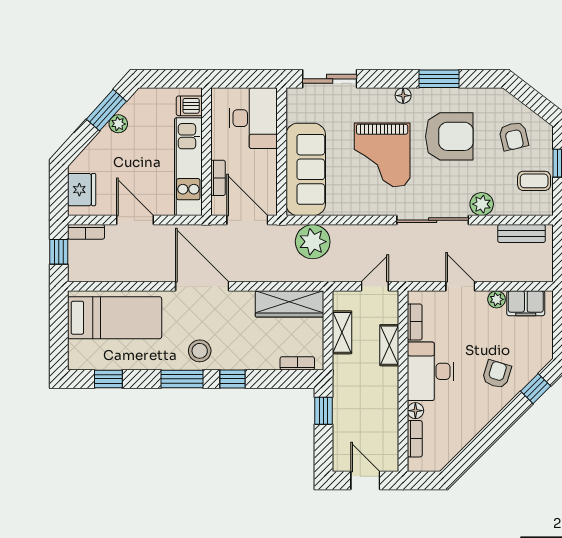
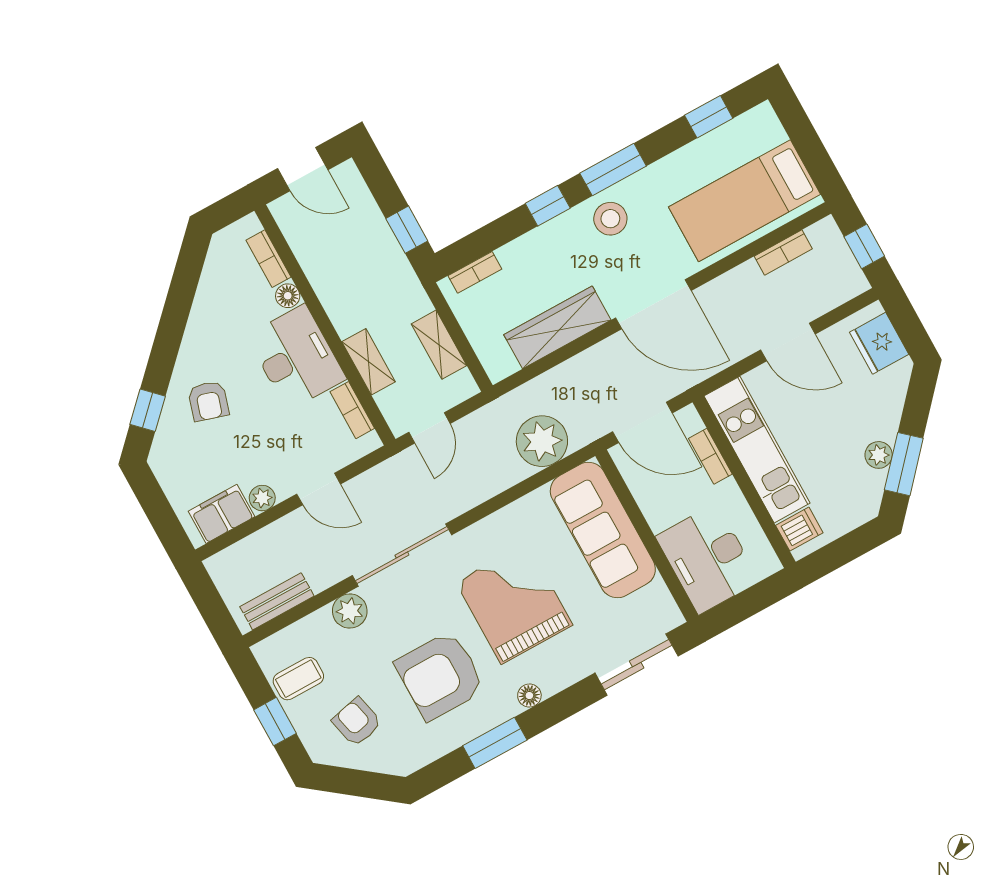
bookcase: (86, 232) -> (783, 253), moved, turned 180
wardrobe: (289, 304) -> (557, 327), moved

